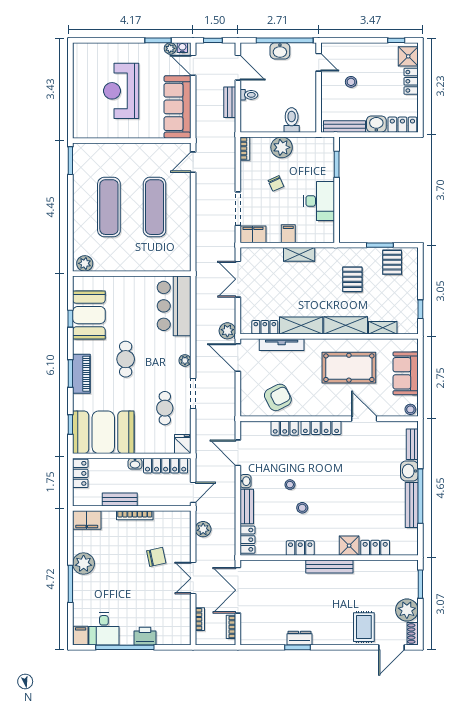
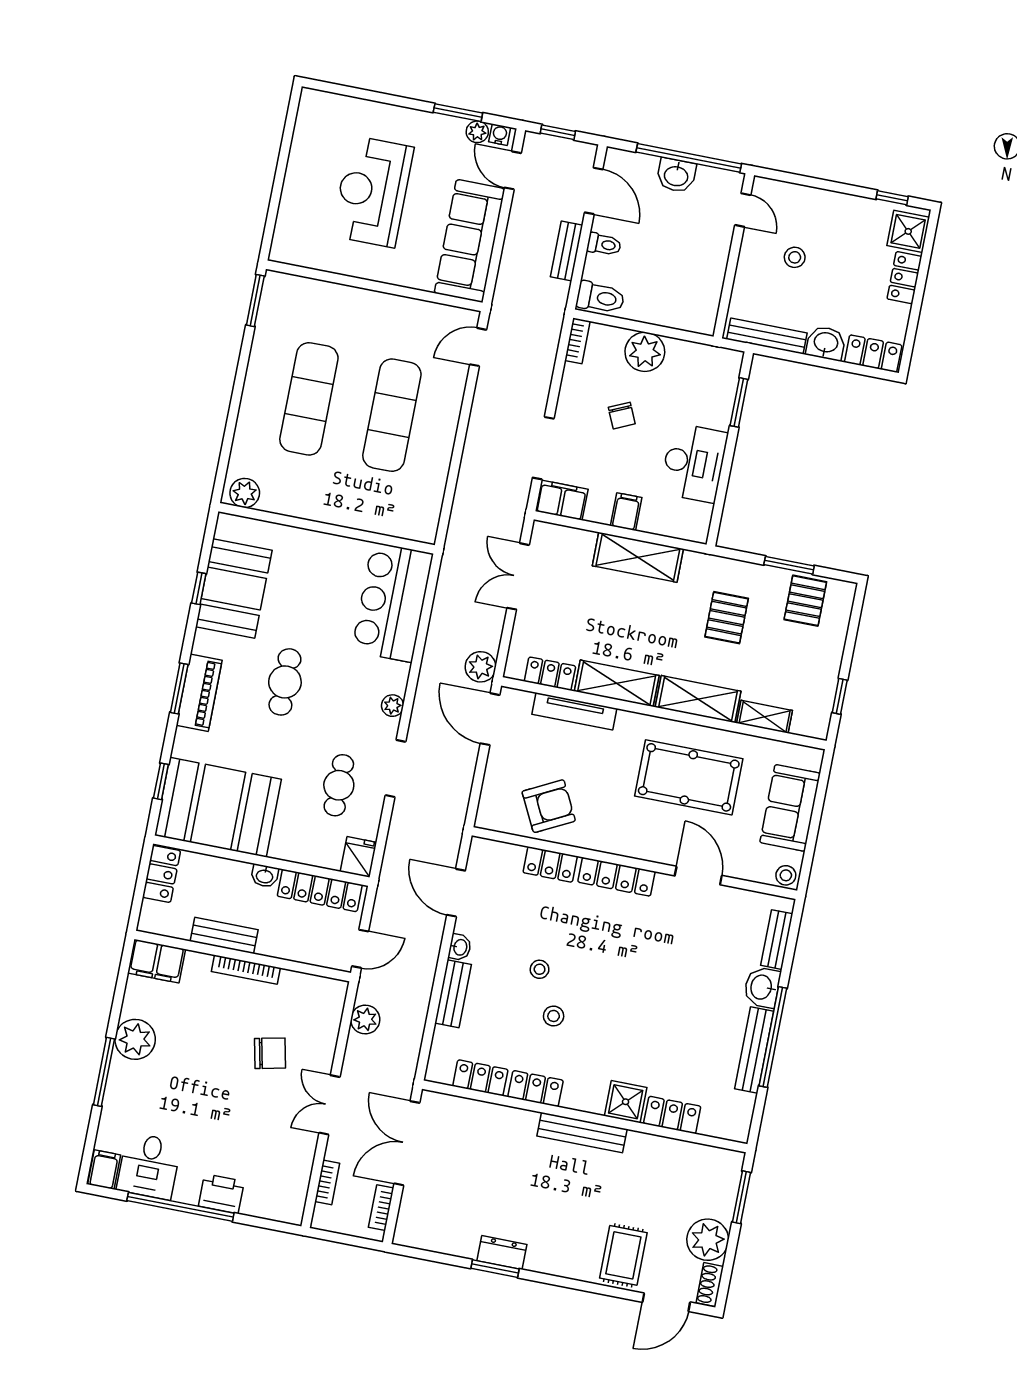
toilet: (292, 120) -> (600, 298), moved, turned 90
shelving: (299, 254) -> (638, 557), width x1.50, depth x1.33
locker: (247, 540) -> (480, 1078), moved, turned -90

